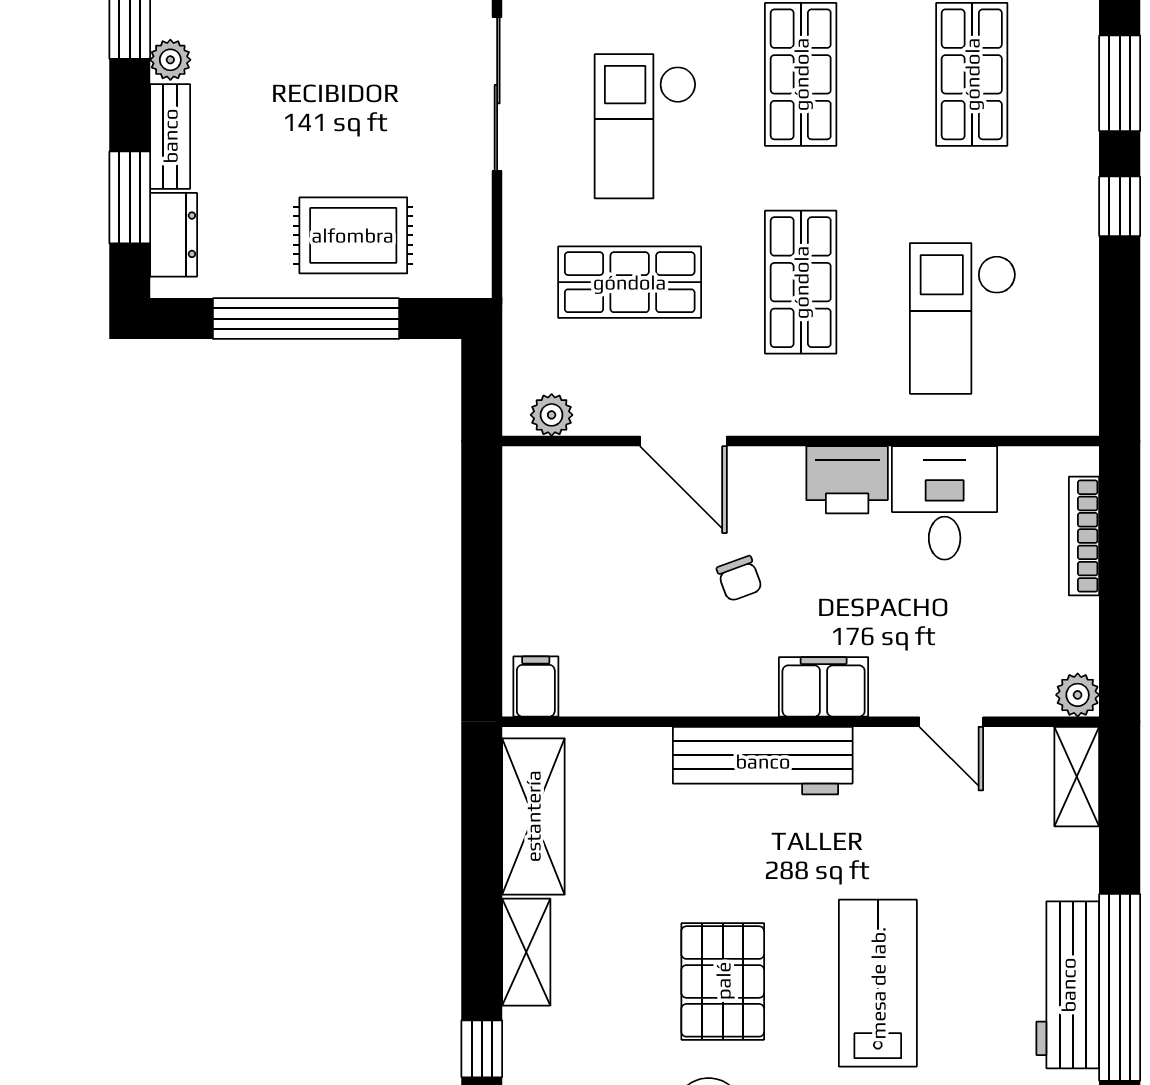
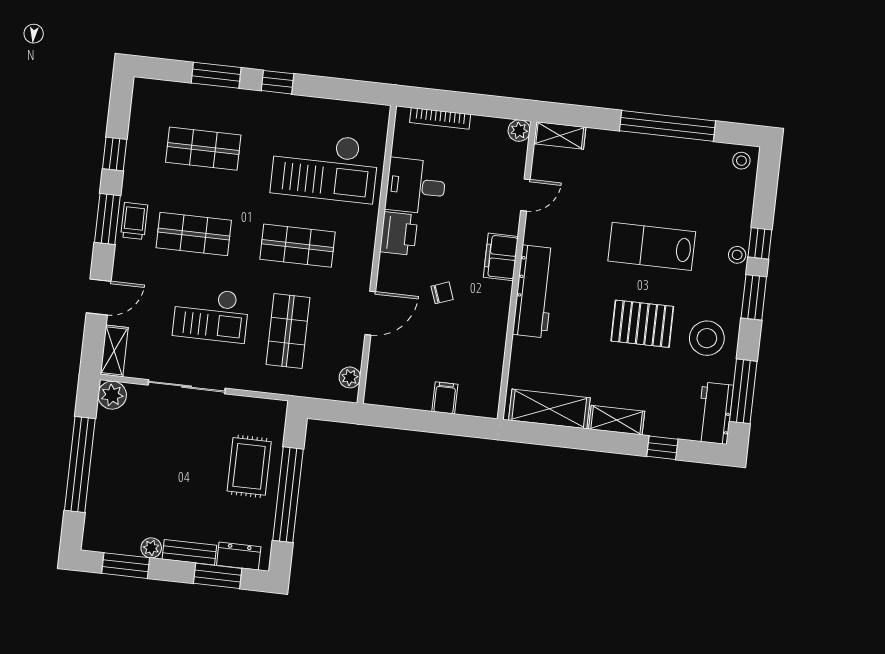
checkout: (963, 318) -> (325, 167), width x1.36, depth x1.21
filing cabinet: (536, 687) -> (445, 398), moved, turned 90
workbench: (1068, 985) -> (663, 152), removed

